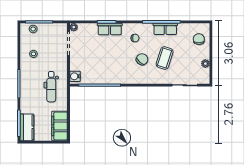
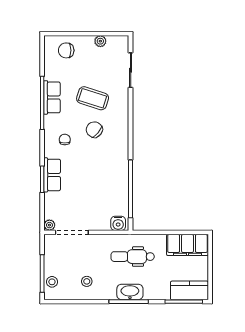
washbasin: (26, 85) -> (130, 292), added
dental chair: (51, 87) -> (133, 257), turned 180

